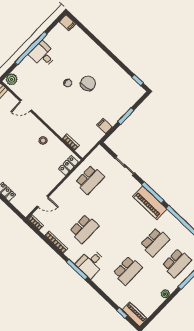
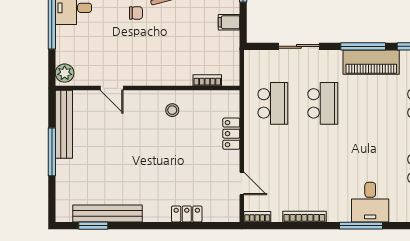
door: (26, 106) -> (112, 88), hinge flipped
locker: (68, 165) -> (231, 134), moved
door: (43, 201) -> (242, 184), hinge flipped
school desk: (84, 229) -> (323, 103), moved

